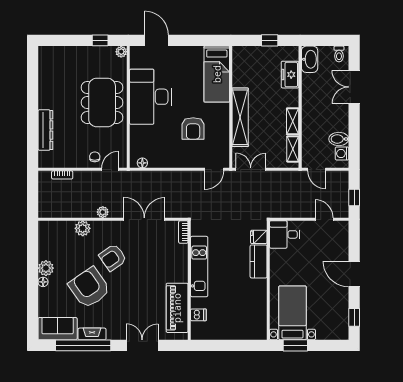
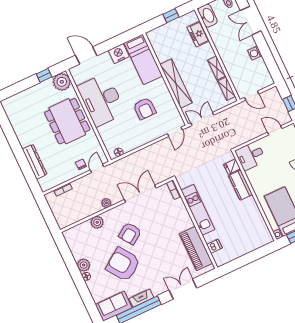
plant: (121, 52) -> (62, 82), width x1.87, depth x1.87
nightstand: (193, 55) -> (119, 54), added
bidet: (339, 139) -> (258, 65), removed
washing machine: (342, 154) -> (255, 53), moved

